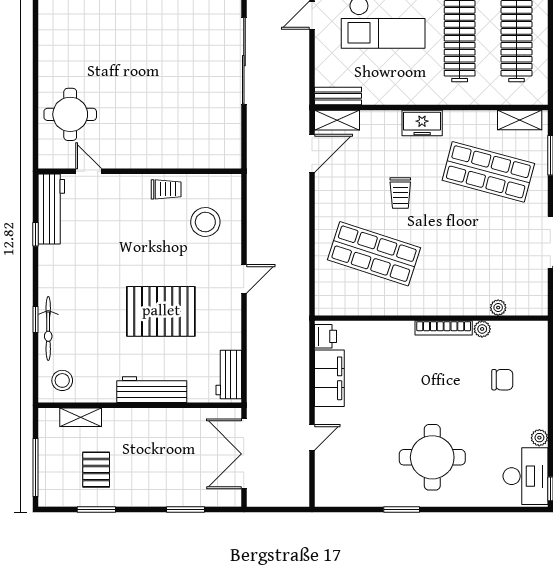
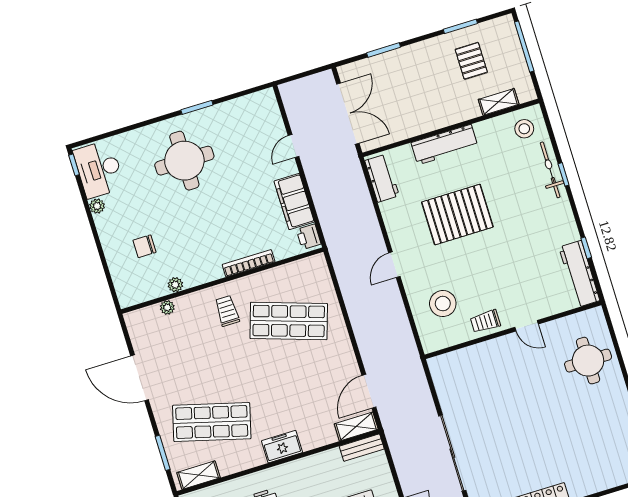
door: (89, 171) -> (527, 326), moved
trolley: (400, 193) -> (227, 311), moved
bookcase: (444, 328) -> (249, 263), moved

